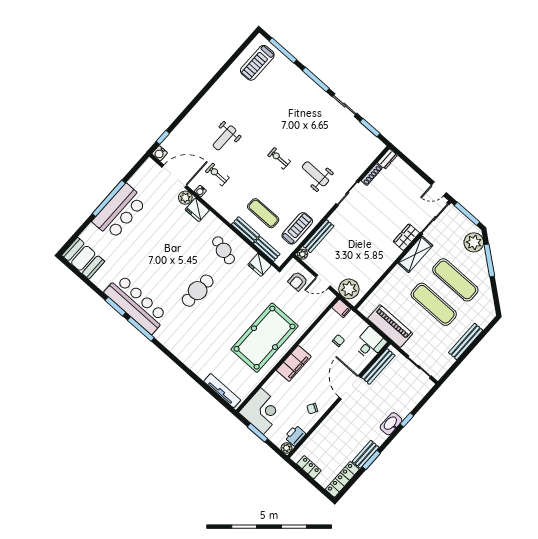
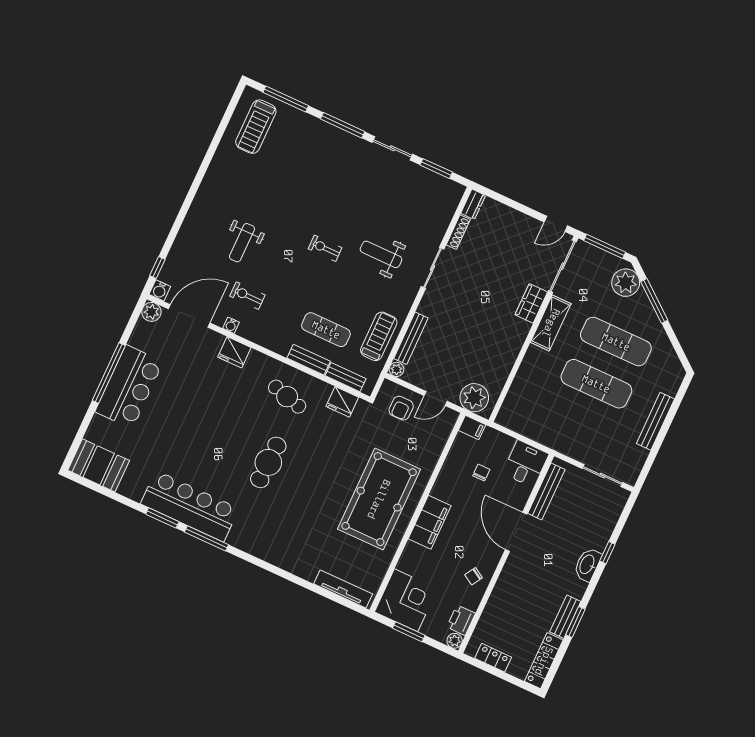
plant: (185, 198) -> (151, 312), moved
piano: (390, 326) -> (546, 431), removed

